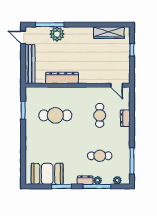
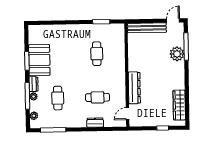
dresser: (62, 78) -> (134, 88), moved
cafe table: (55, 115) -> (97, 54), width x0.73, depth x0.74
booth: (47, 174) -> (39, 60), moved

